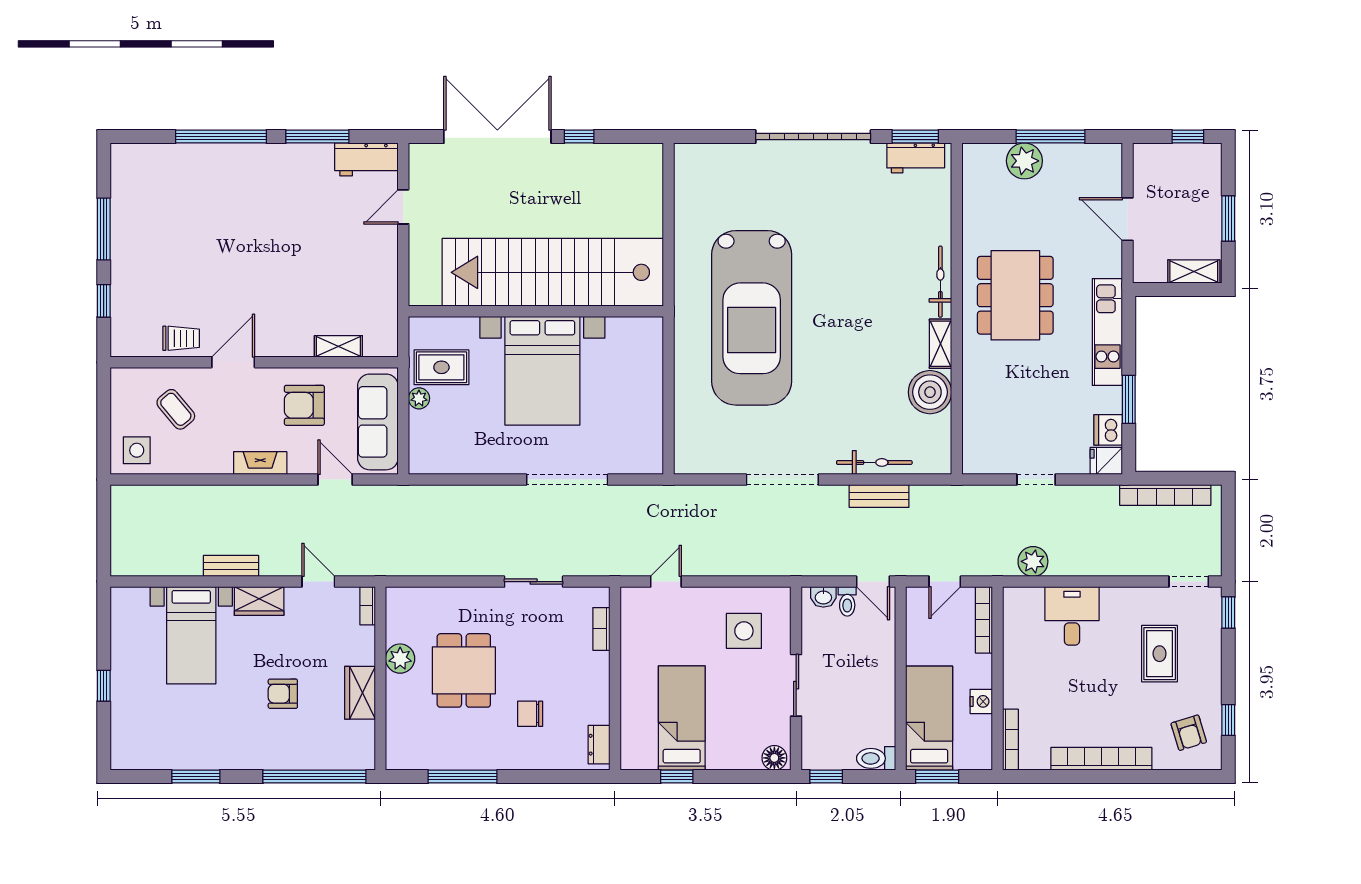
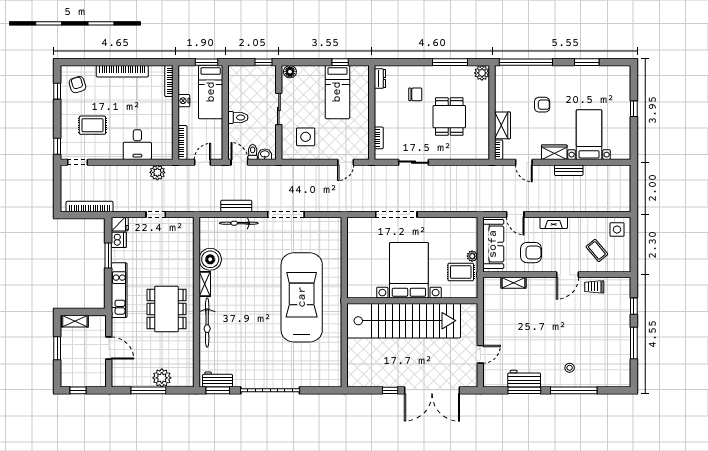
workbench: (366, 159) -> (524, 379), moved
stool: (229, 181) -> (570, 368), added
bicycle: (940, 282) -> (207, 323), width x1.37, depth x1.40
rug: (1160, 654) -> (92, 125), turned 90
plant: (400, 659) -> (482, 73), moved
wardrobe: (360, 693) -> (502, 125), moved
toilet: (876, 758) -> (238, 117), moved

